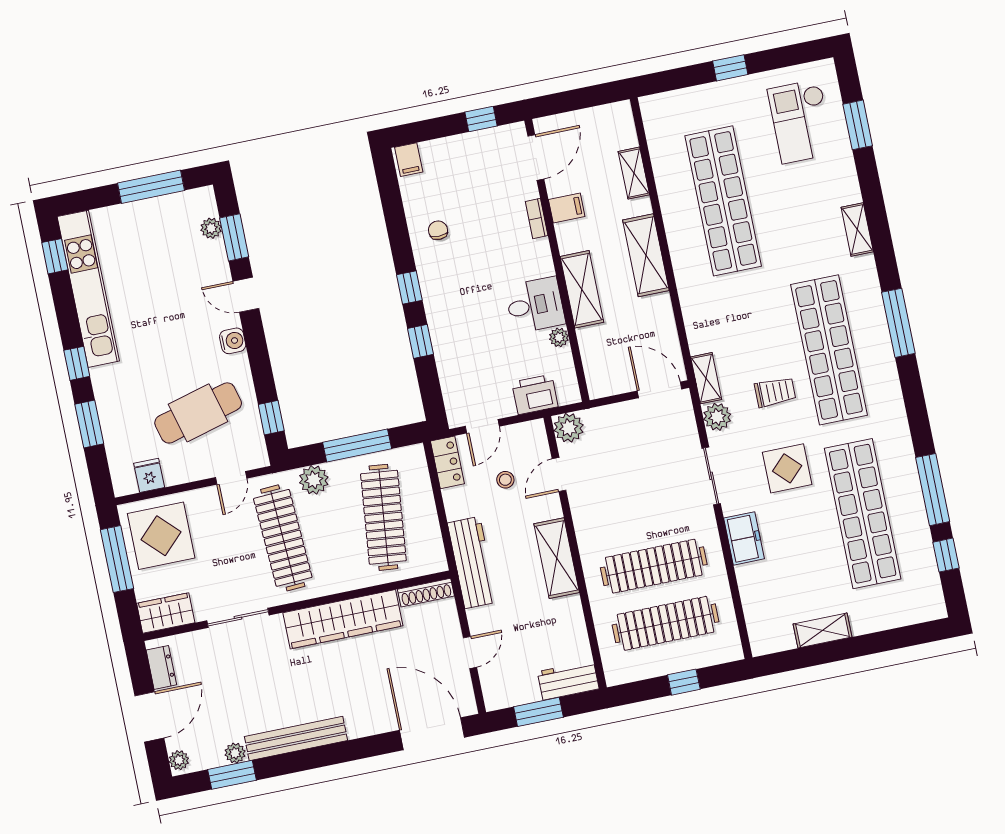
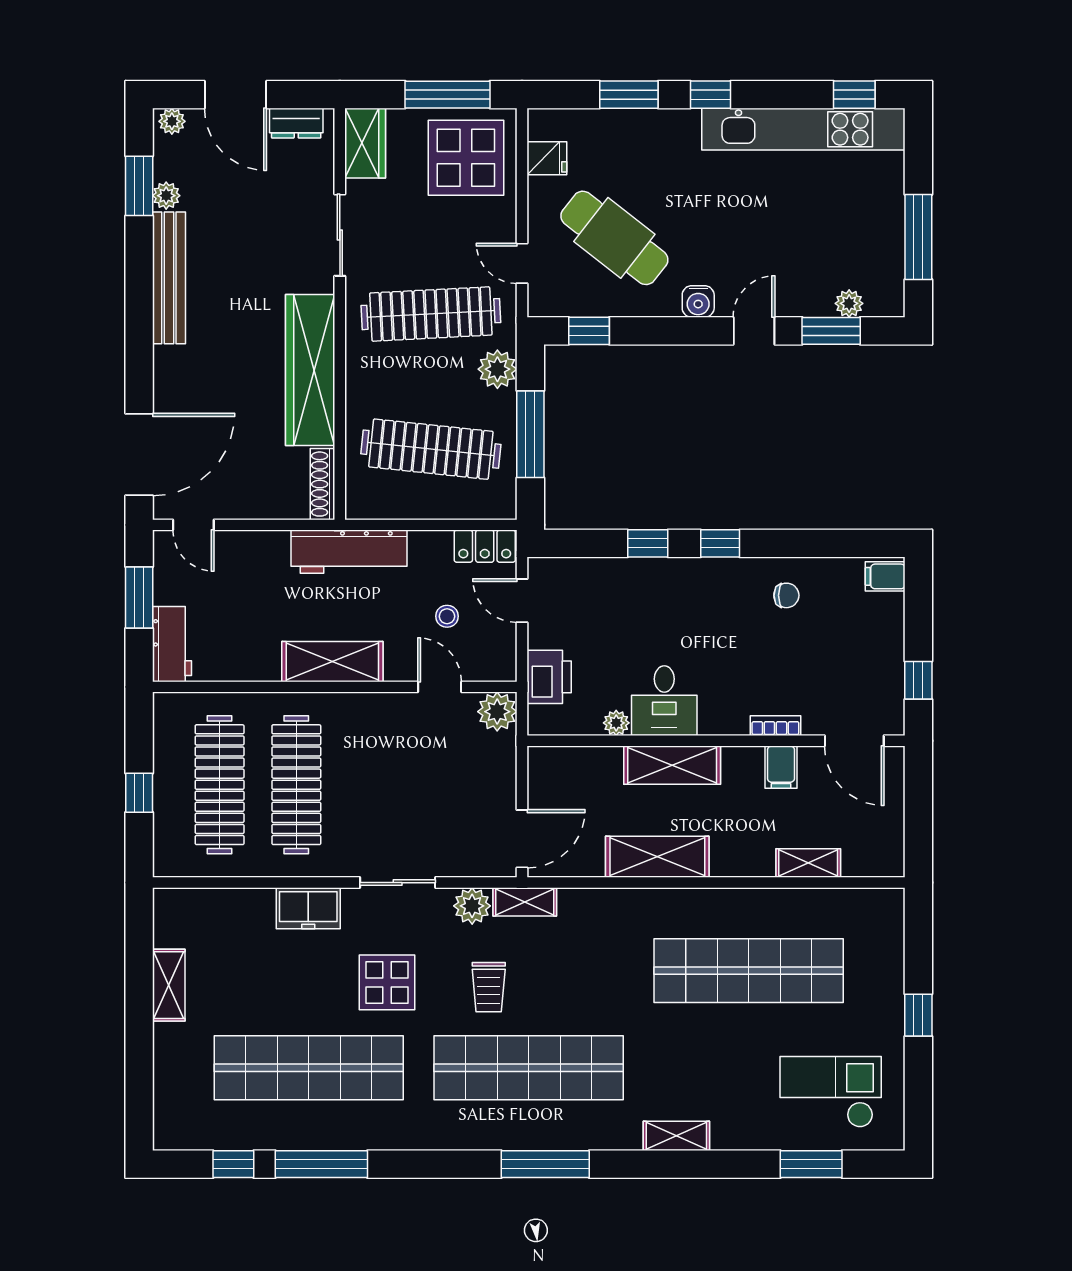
shelving: (646, 255) -> (657, 857), moved
cafe table: (198, 413) -> (614, 238), turned -37
door: (470, 652) -> (193, 525), moved

